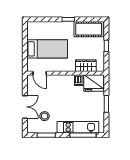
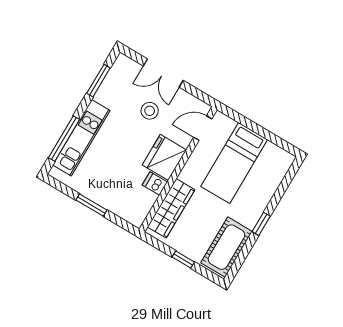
wardrobe: (86, 66) -> (171, 208), width x1.50
fridge: (94, 83) -> (164, 157), moved
stool: (45, 116) -> (150, 111), moved

